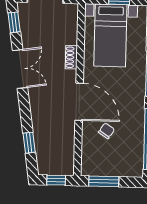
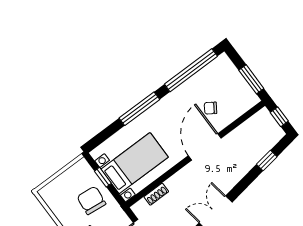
shoe rack: (71, 57) -> (156, 194), moved

